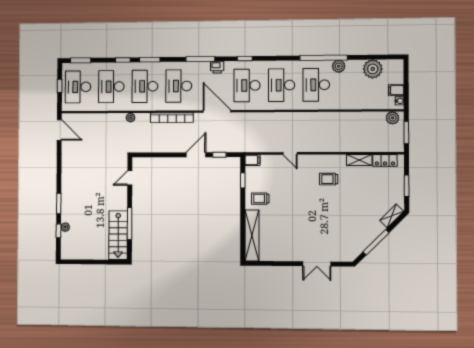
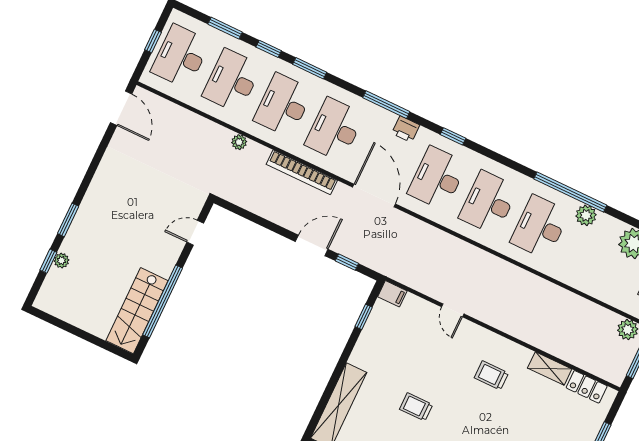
window: (81, 60) -> (225, 28), moved
trolley: (260, 199) -> (416, 407), moved
window: (130, 224) -> (163, 301), width x1.46

